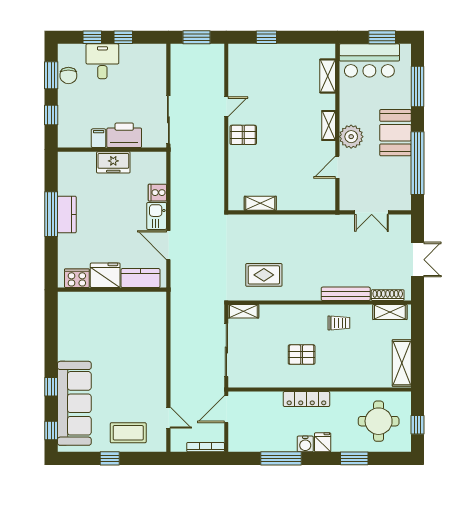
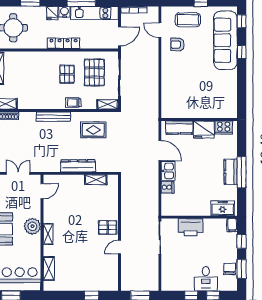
filing cabinet: (99, 138) -> (232, 225), moved
freezer: (113, 162) -> (223, 208), moved
door: (337, 167) -> (42, 191), moved
dresser: (286, 223) -> (78, 166), added
bench: (346, 294) -> (53, 117), moved
trolley: (339, 323) -> (73, 103), moved
pallet: (302, 355) -> (67, 74), turned 90
pallet: (262, 357) -> (94, 72), added
armchair: (143, 397) -> (177, 45), added
kitchen unit: (262, 442) -> (94, 13), added

